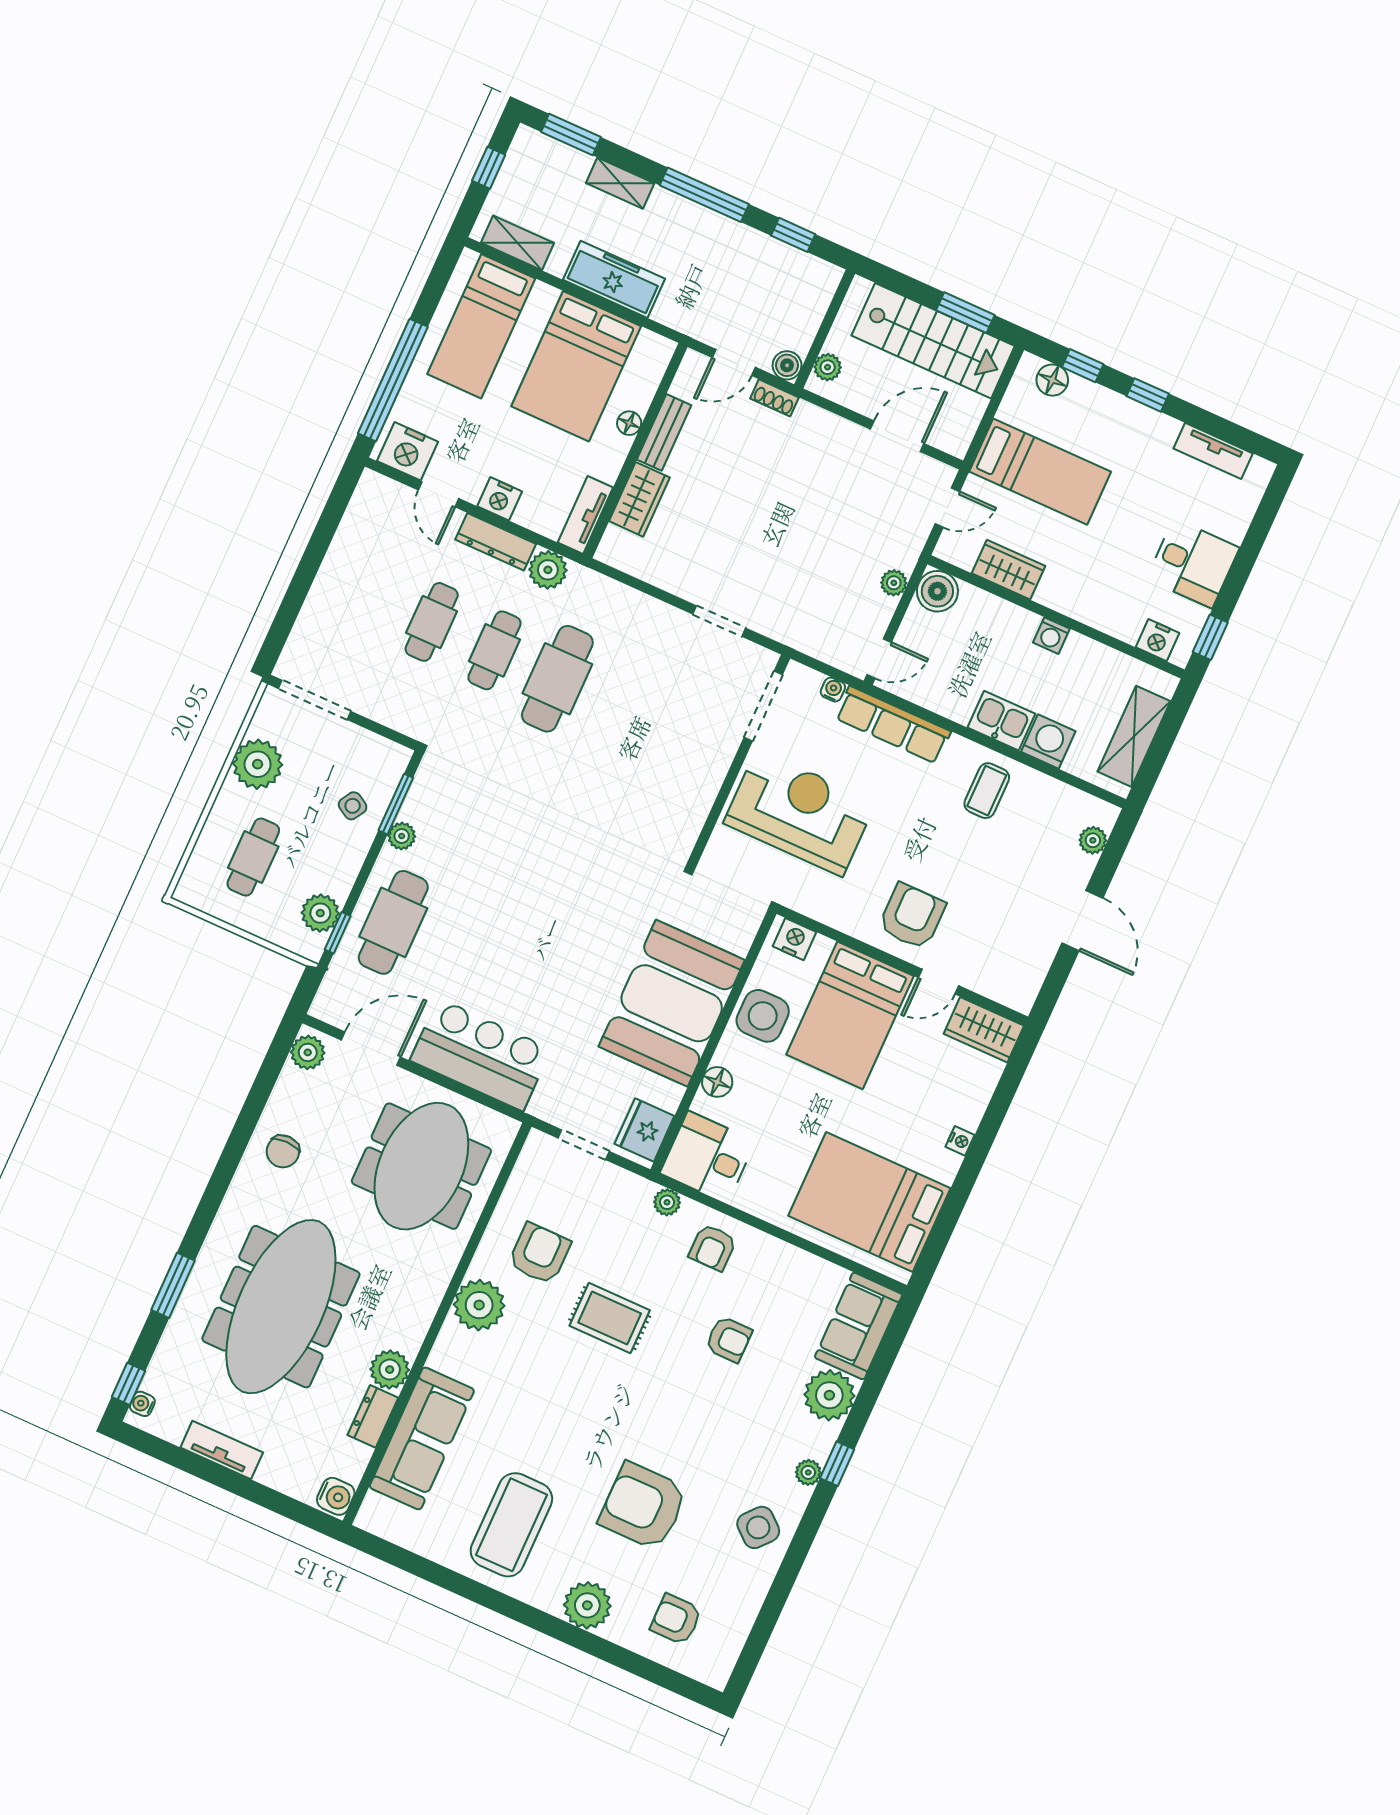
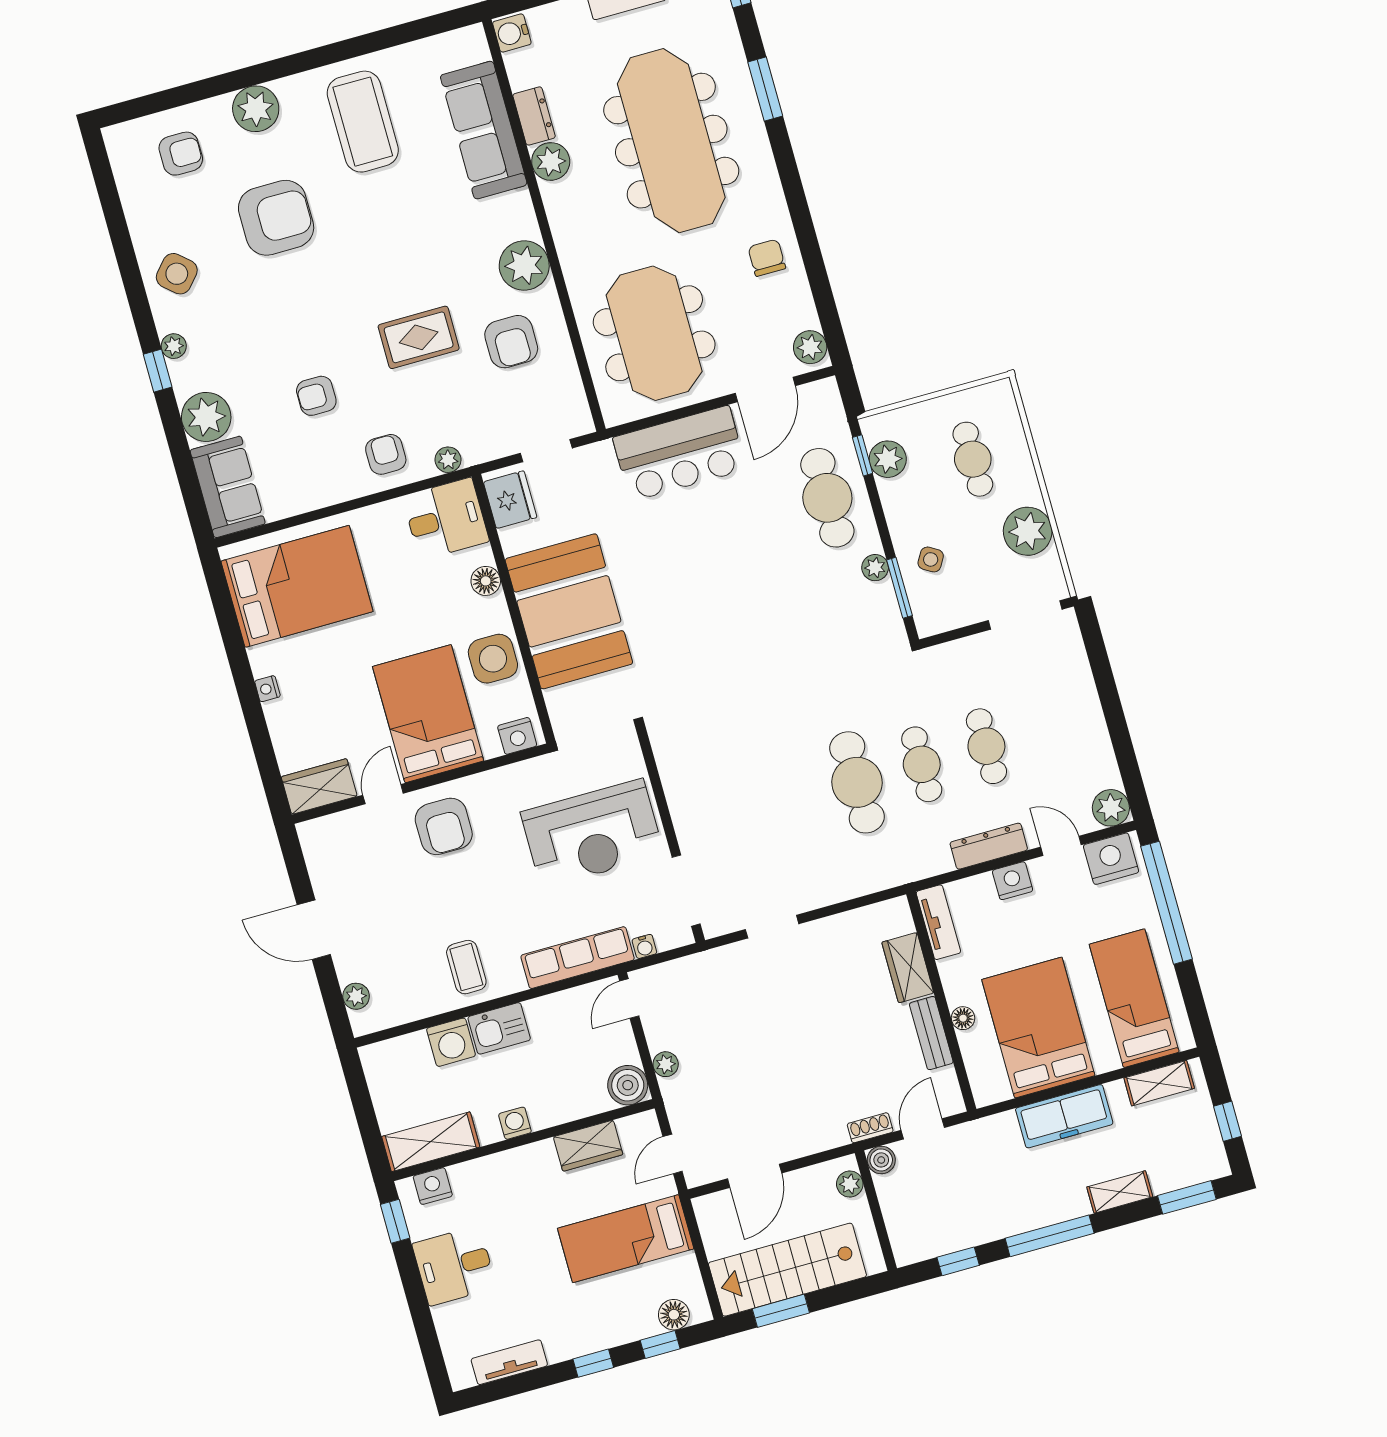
plant: (548, 570) -> (1111, 808), moved
shelving: (1134, 736) -> (431, 1142), moved, turned 90

